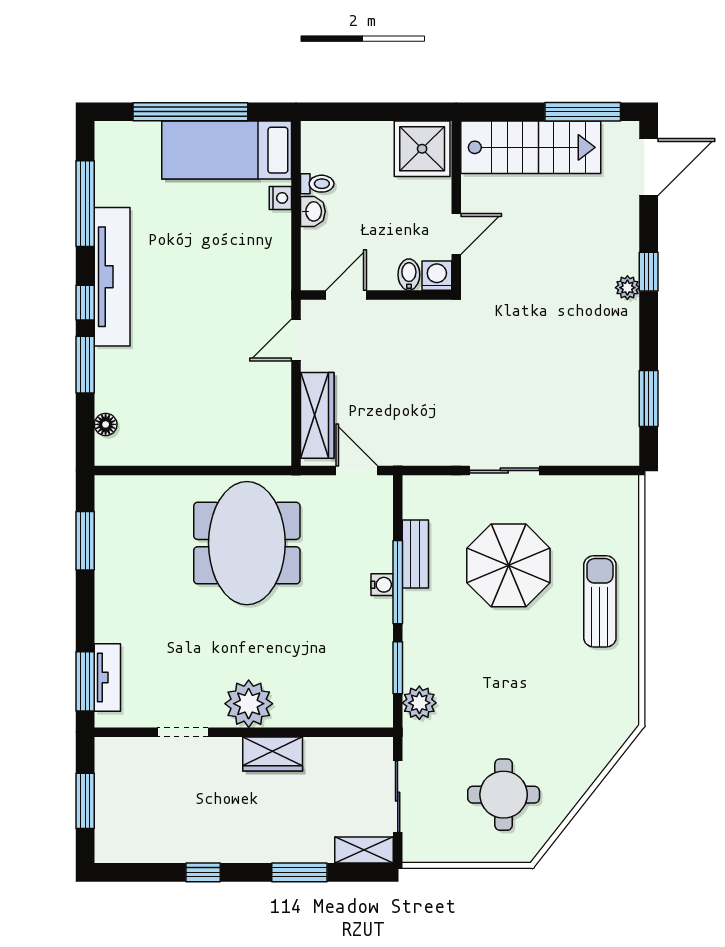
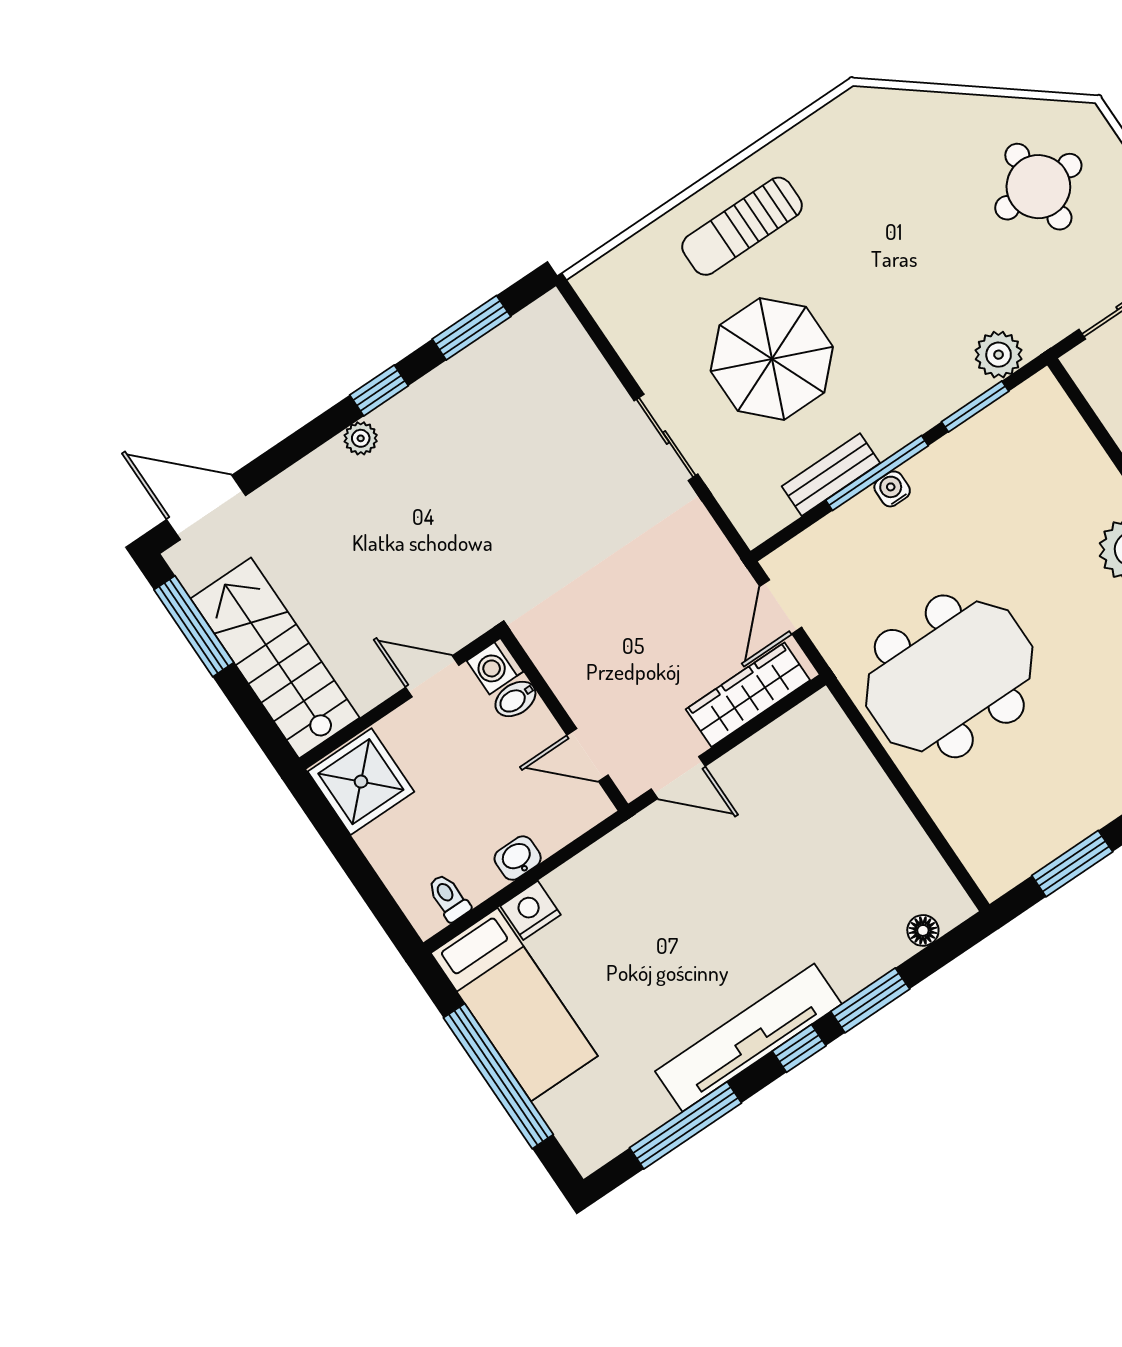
toilet: (317, 184) -> (449, 898), moved
nightstand: (280, 198) -> (530, 910), width x1.39, depth x1.35
window: (649, 272) -> (379, 390), moved

